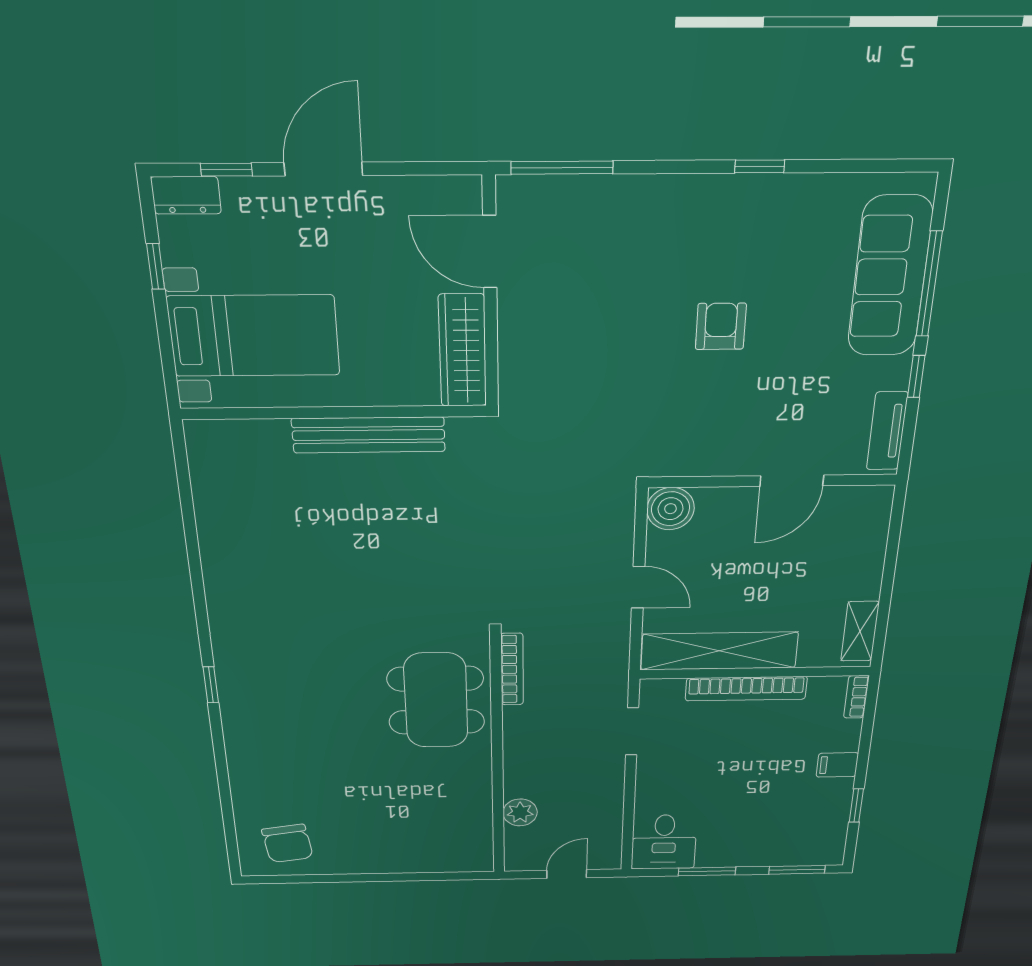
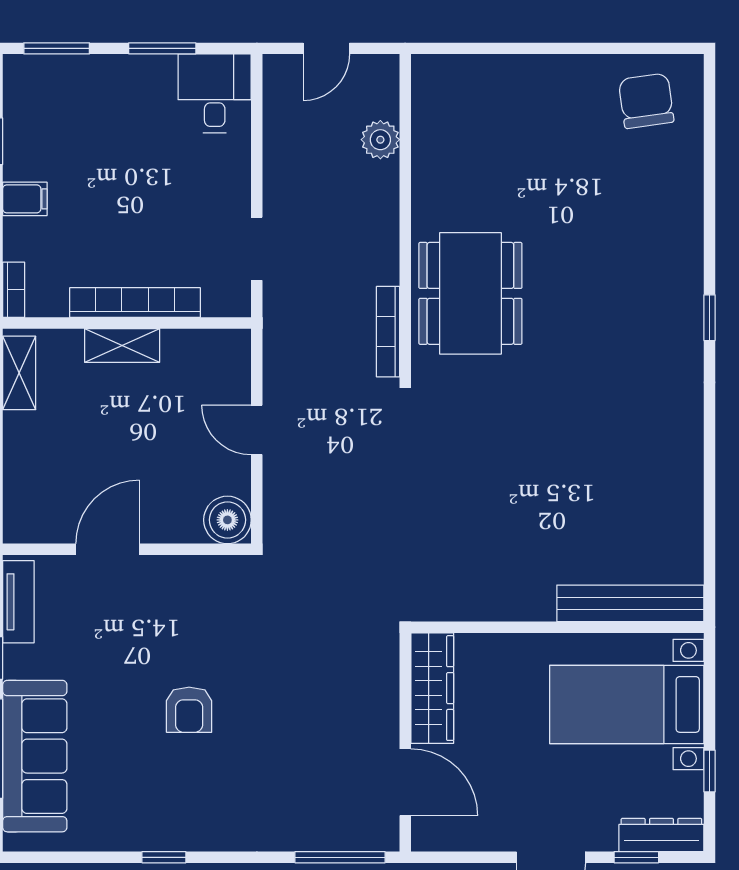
dresser: (186, 195) -> (661, 835), width x1.44
bench: (369, 435) -> (630, 603), moved
shelving: (719, 651) -> (122, 345), width x0.45, depth x0.75

